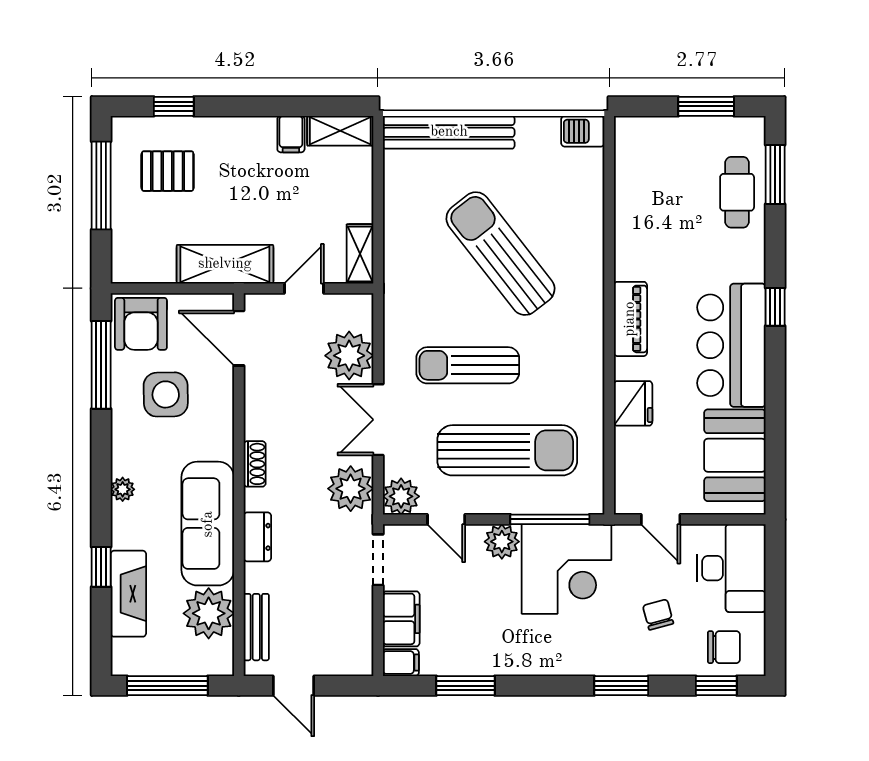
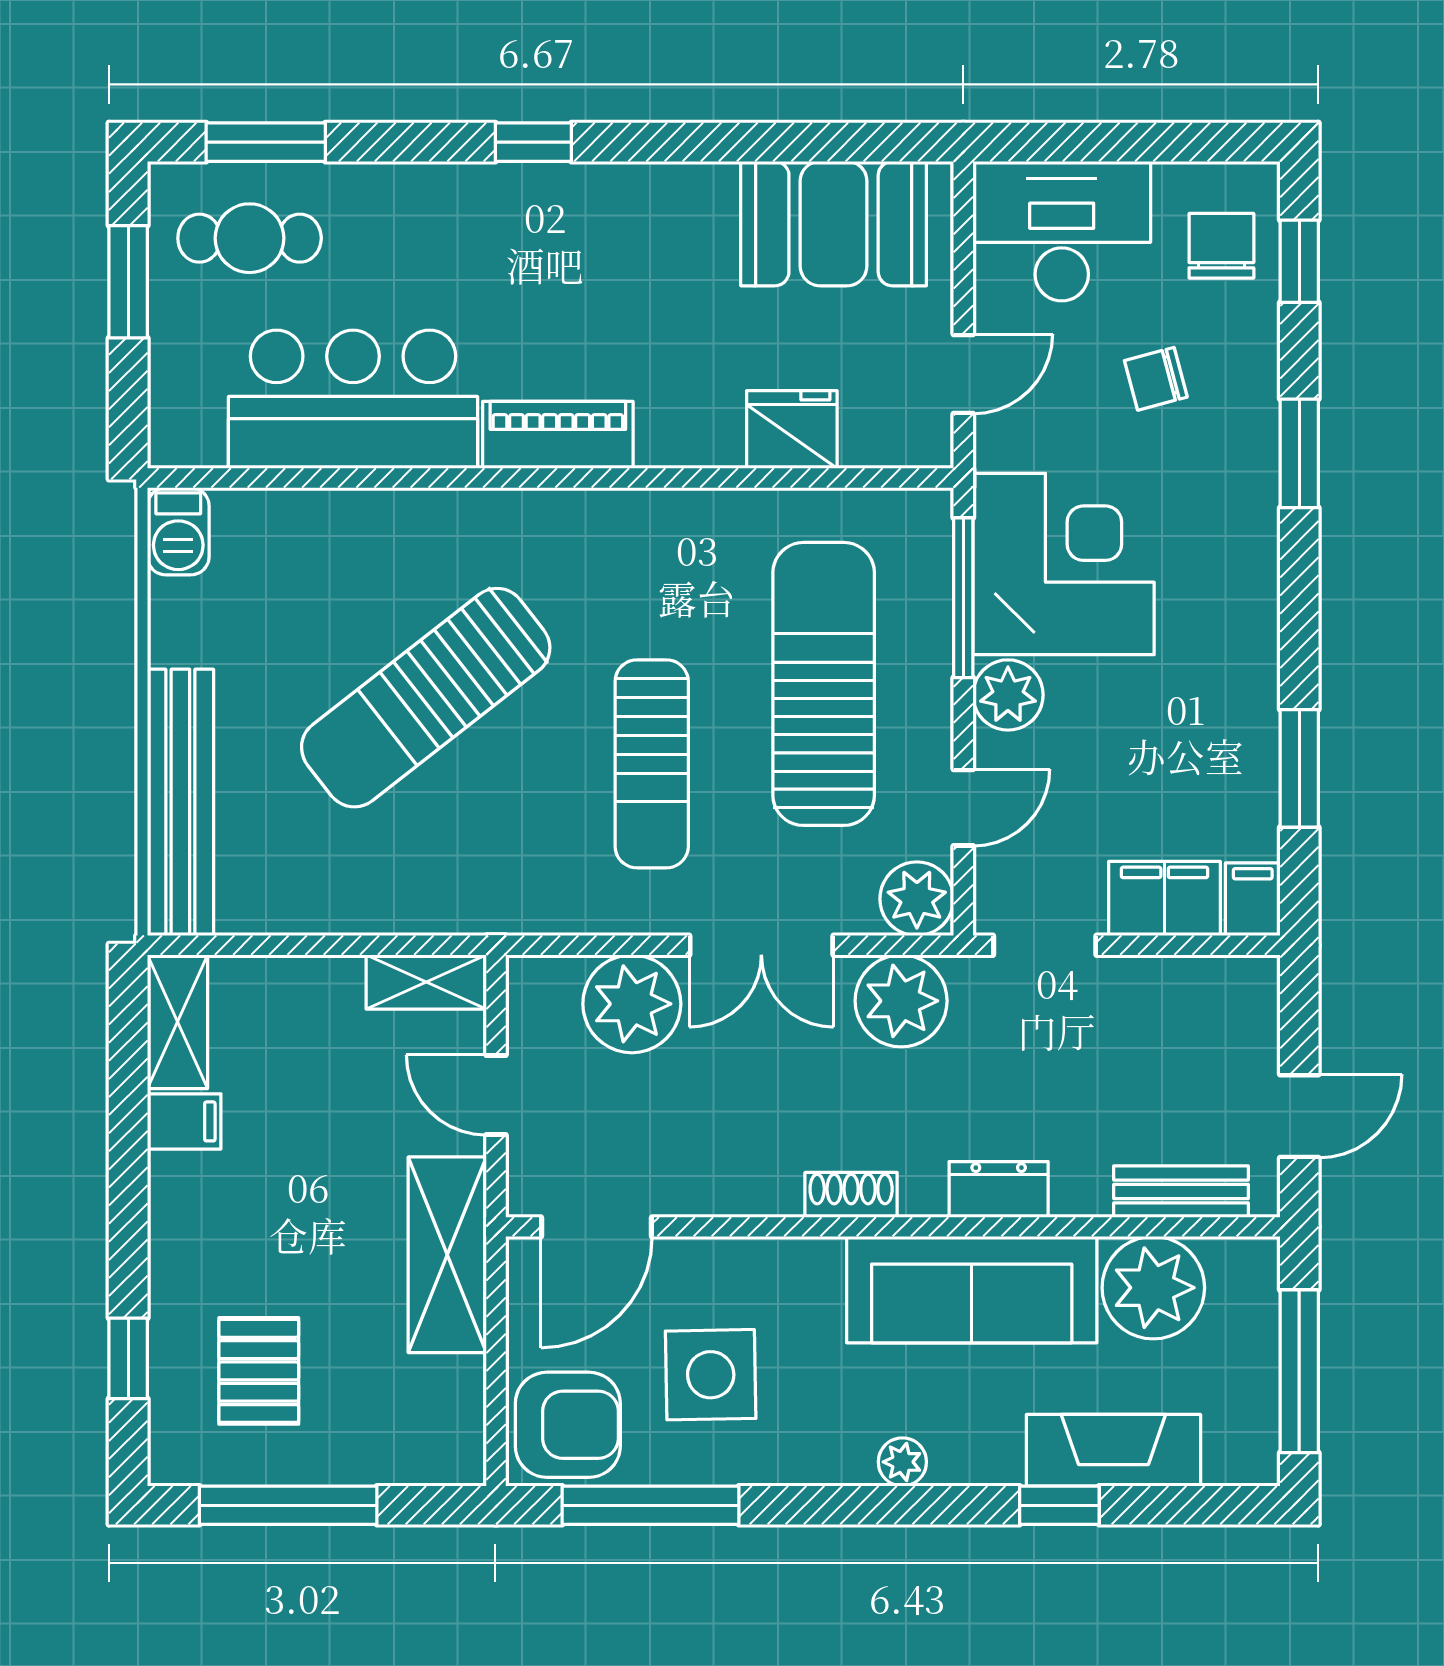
cafe table: (737, 192) -> (250, 238), moved
bar counter: (731, 345) -> (353, 399), moved, turned 180
fridge: (633, 403) -> (792, 430), moved

